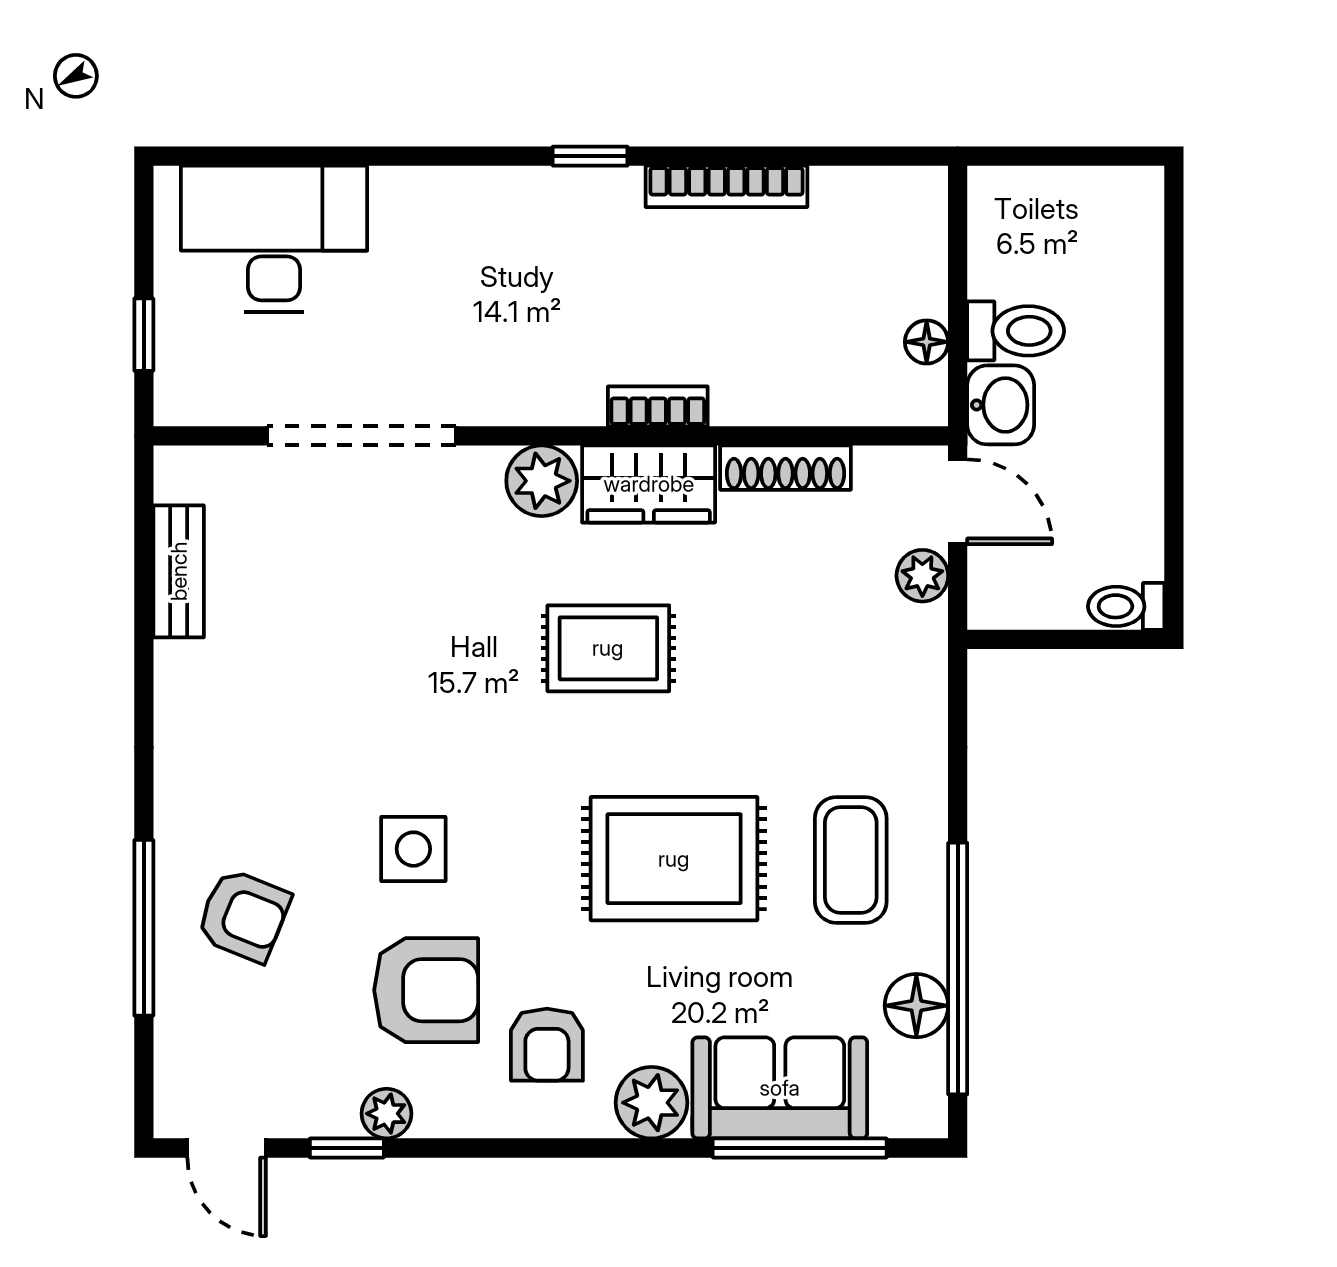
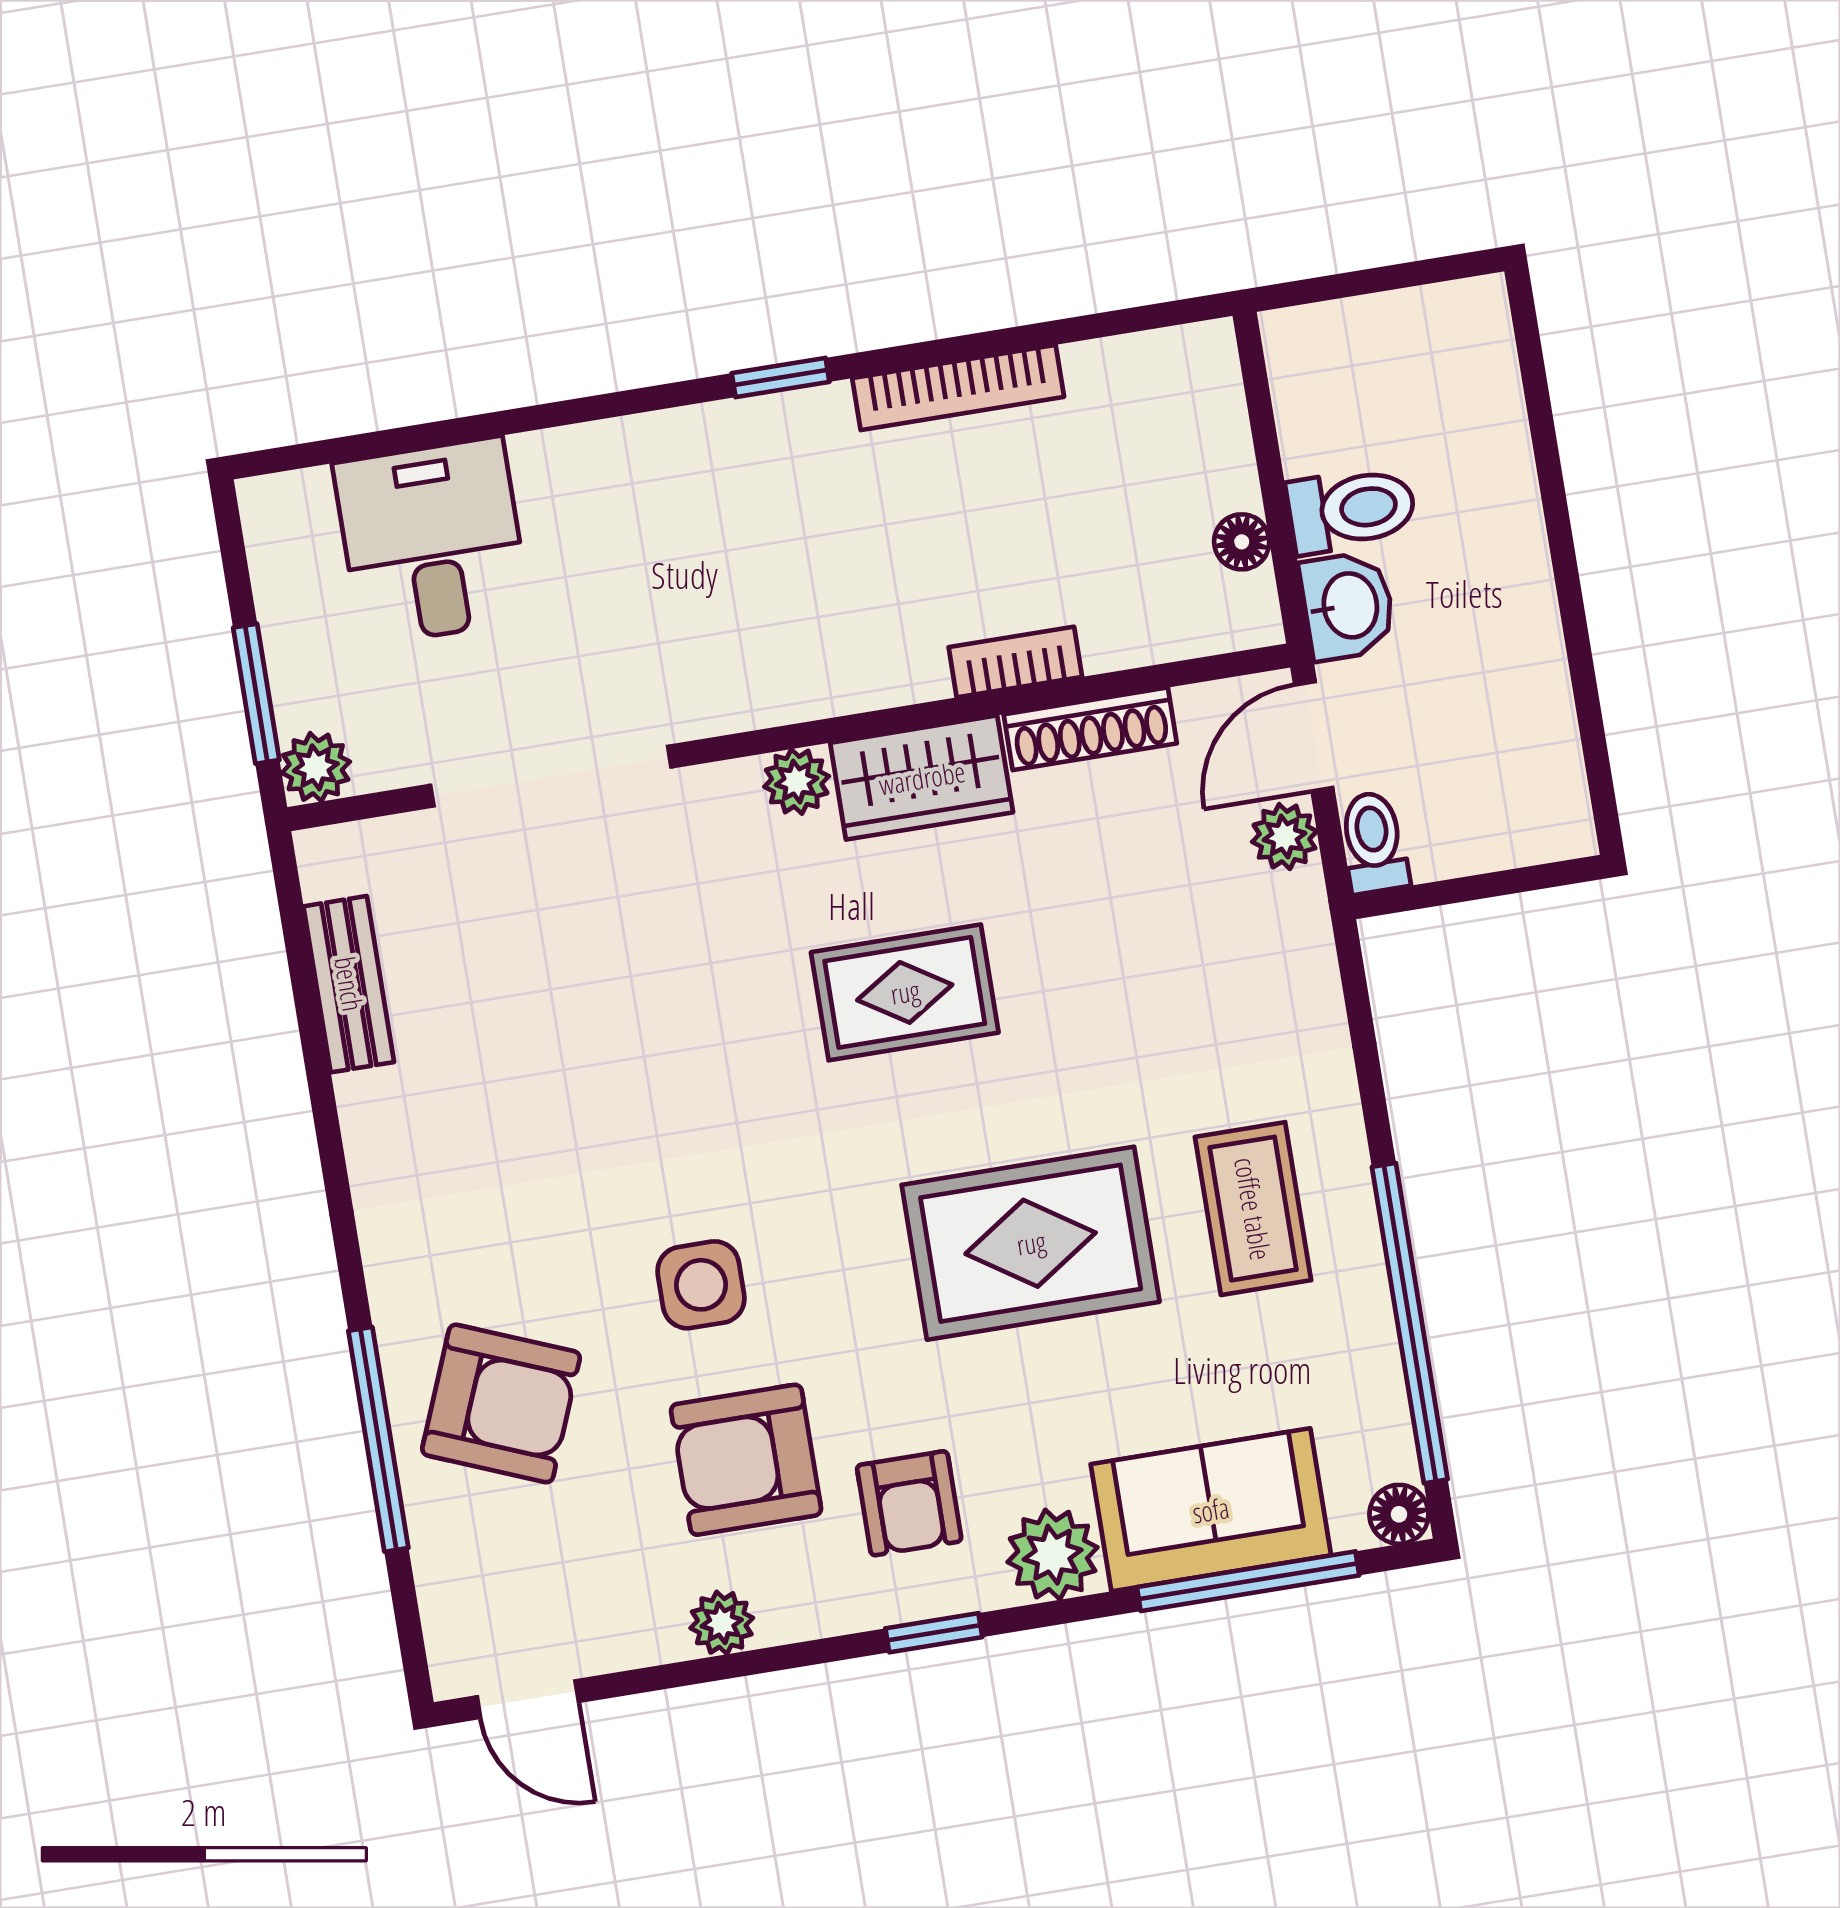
desk: (274, 239) -> (432, 541), width x0.73
window: (144, 335) -> (256, 694), width x1.50
plant: (181, 399) -> (316, 767), added
bookcase: (658, 406) -> (1015, 662), moved
plant: (542, 481) -> (797, 781), width x0.73, depth x0.73
door: (958, 502) -> (1314, 736), swing flipped
toilet: (1126, 606) -> (1374, 842), moved, turned 90
armchair: (243, 916) -> (501, 1403), width x1.38, depth x1.38
armchair: (426, 990) -> (746, 1460), turned 180
floor lamp: (916, 1006) -> (1399, 1514), moved, width x0.73, depth x0.73
window: (347, 1148) -> (934, 1633), moved

